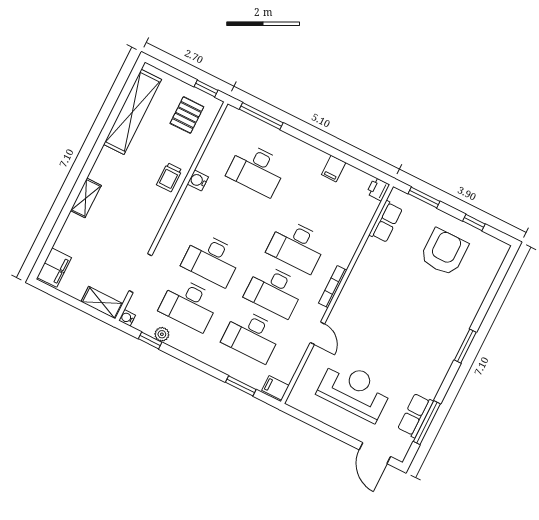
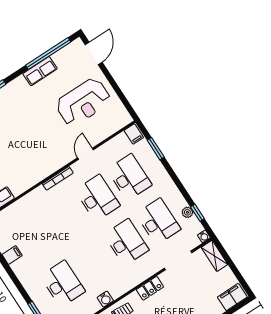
locker: (154, 223) -> (150, 288), added
desk: (297, 246) -> (66, 219), removed
reception desk: (354, 391) -> (83, 102), turned -90
row of seats: (415, 415) -> (40, 71), moved
window: (427, 423) -> (48, 54), width x1.46

